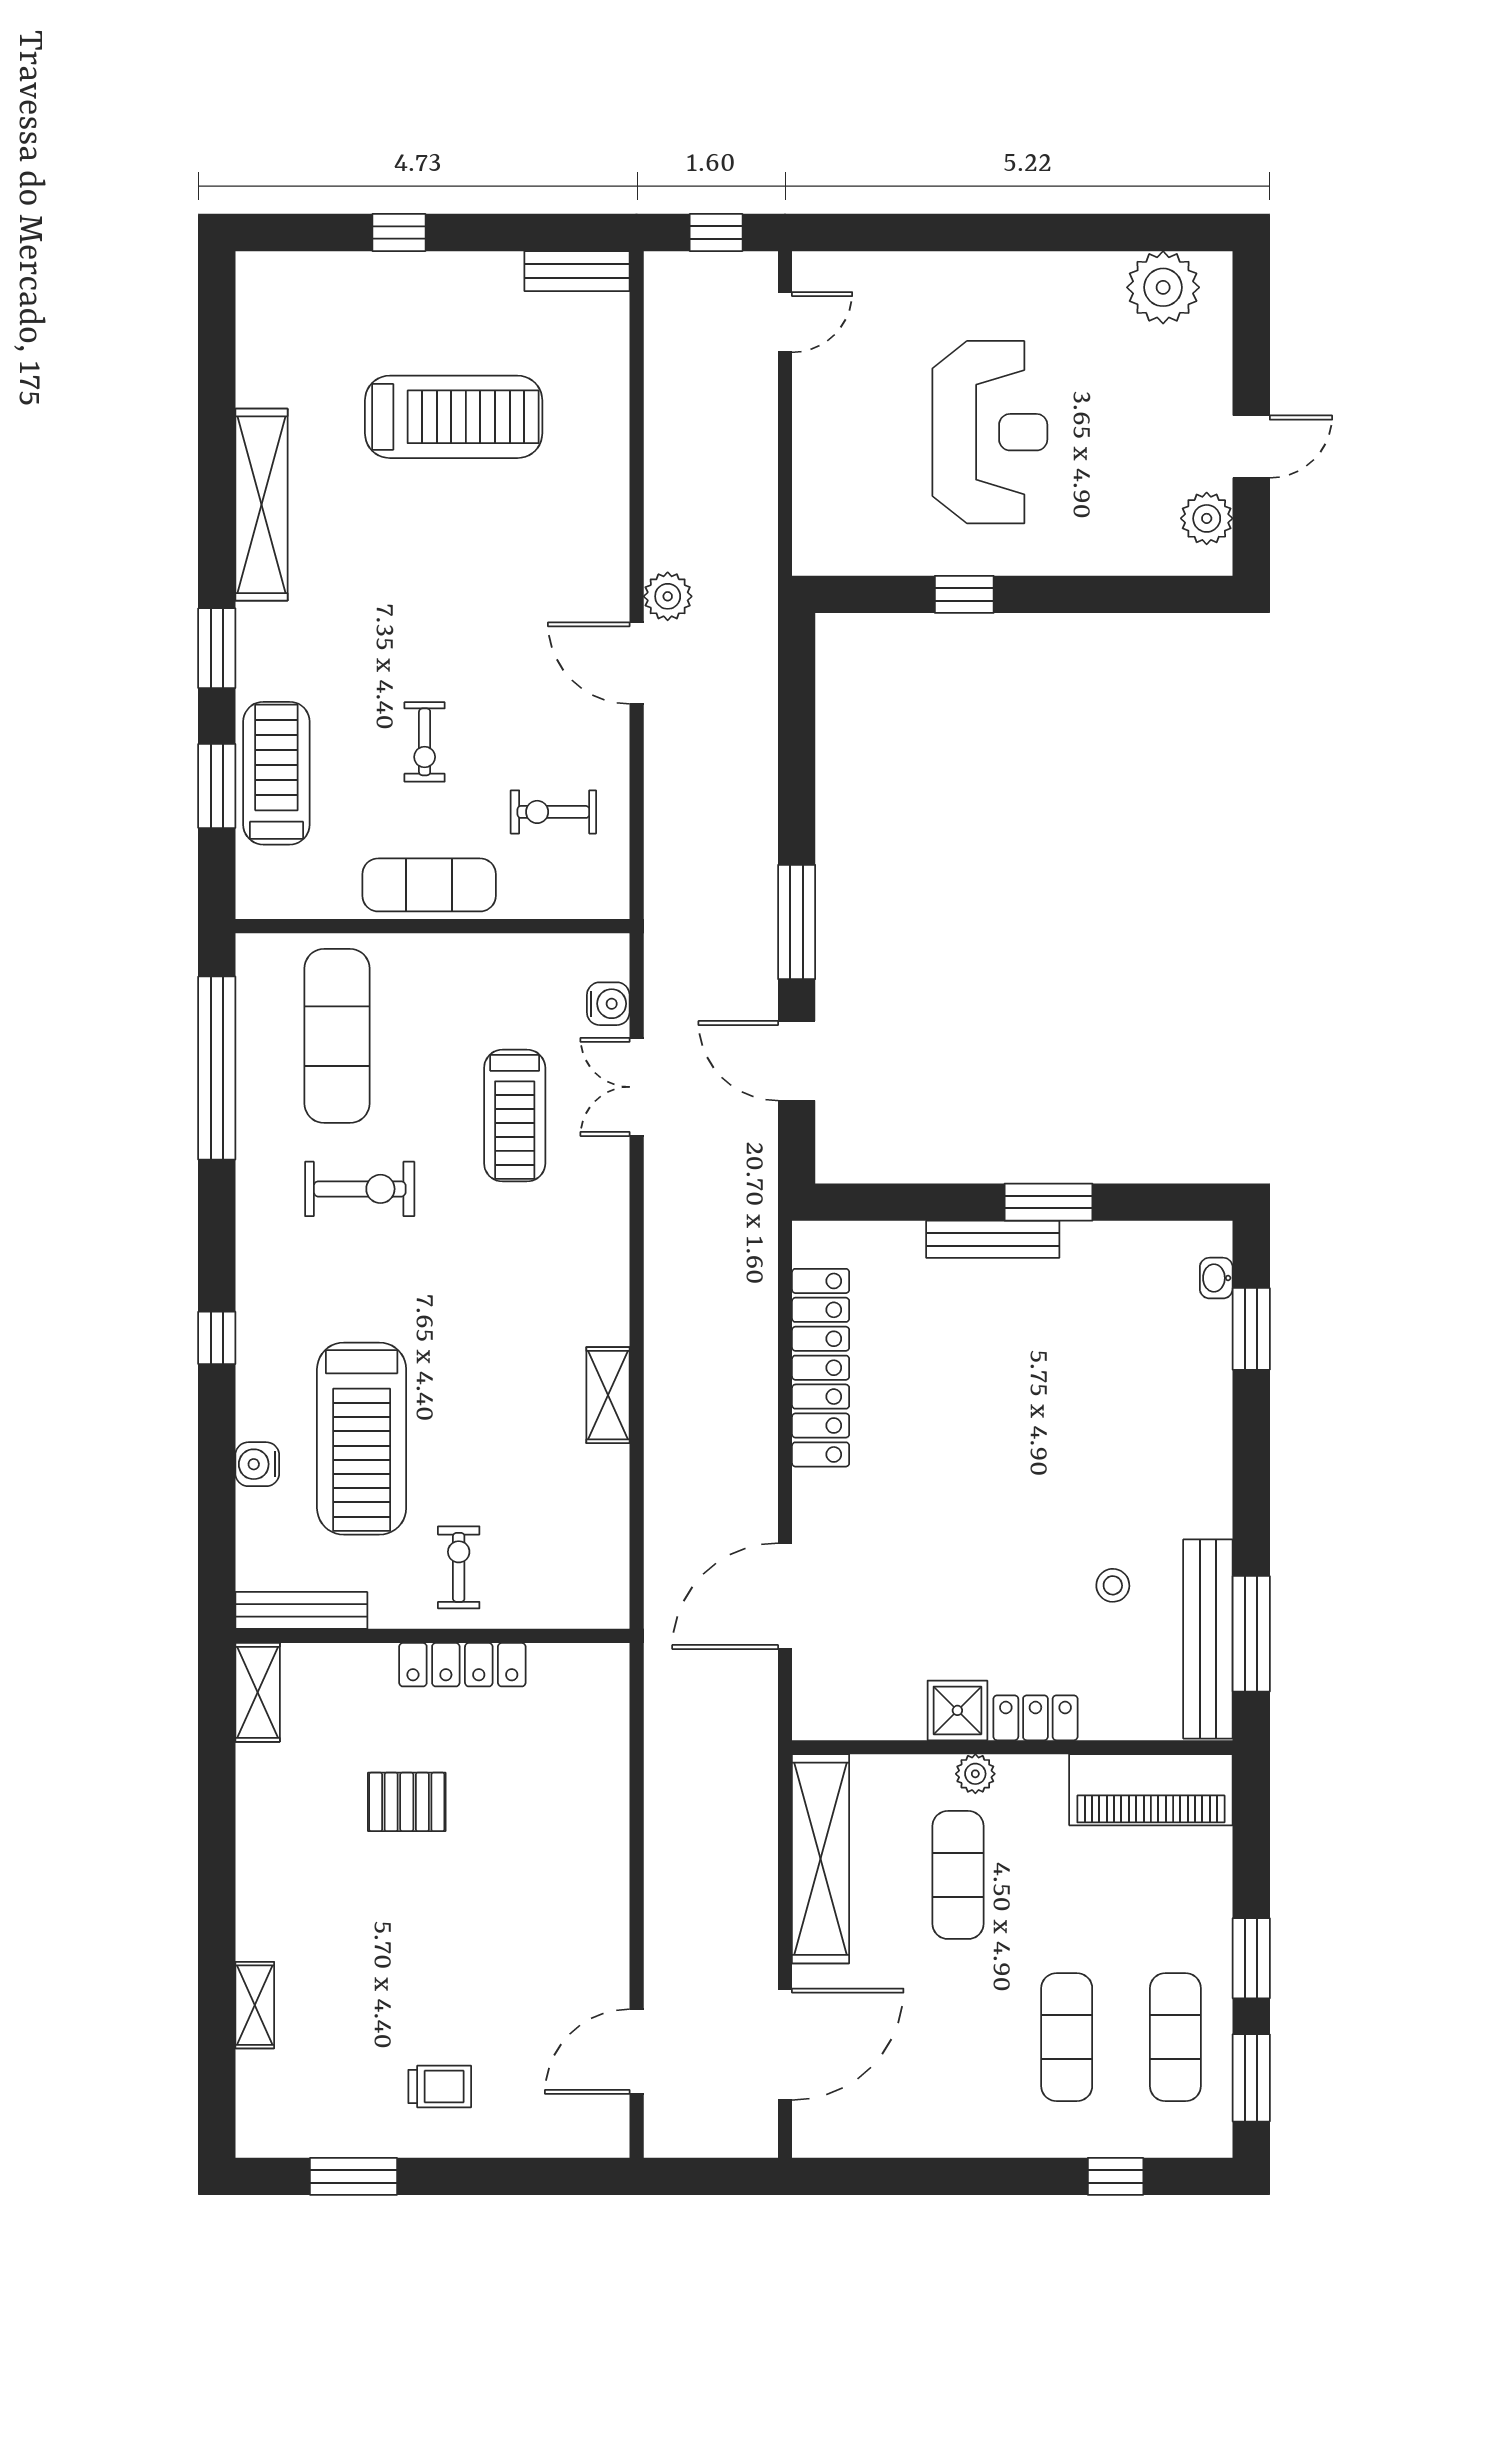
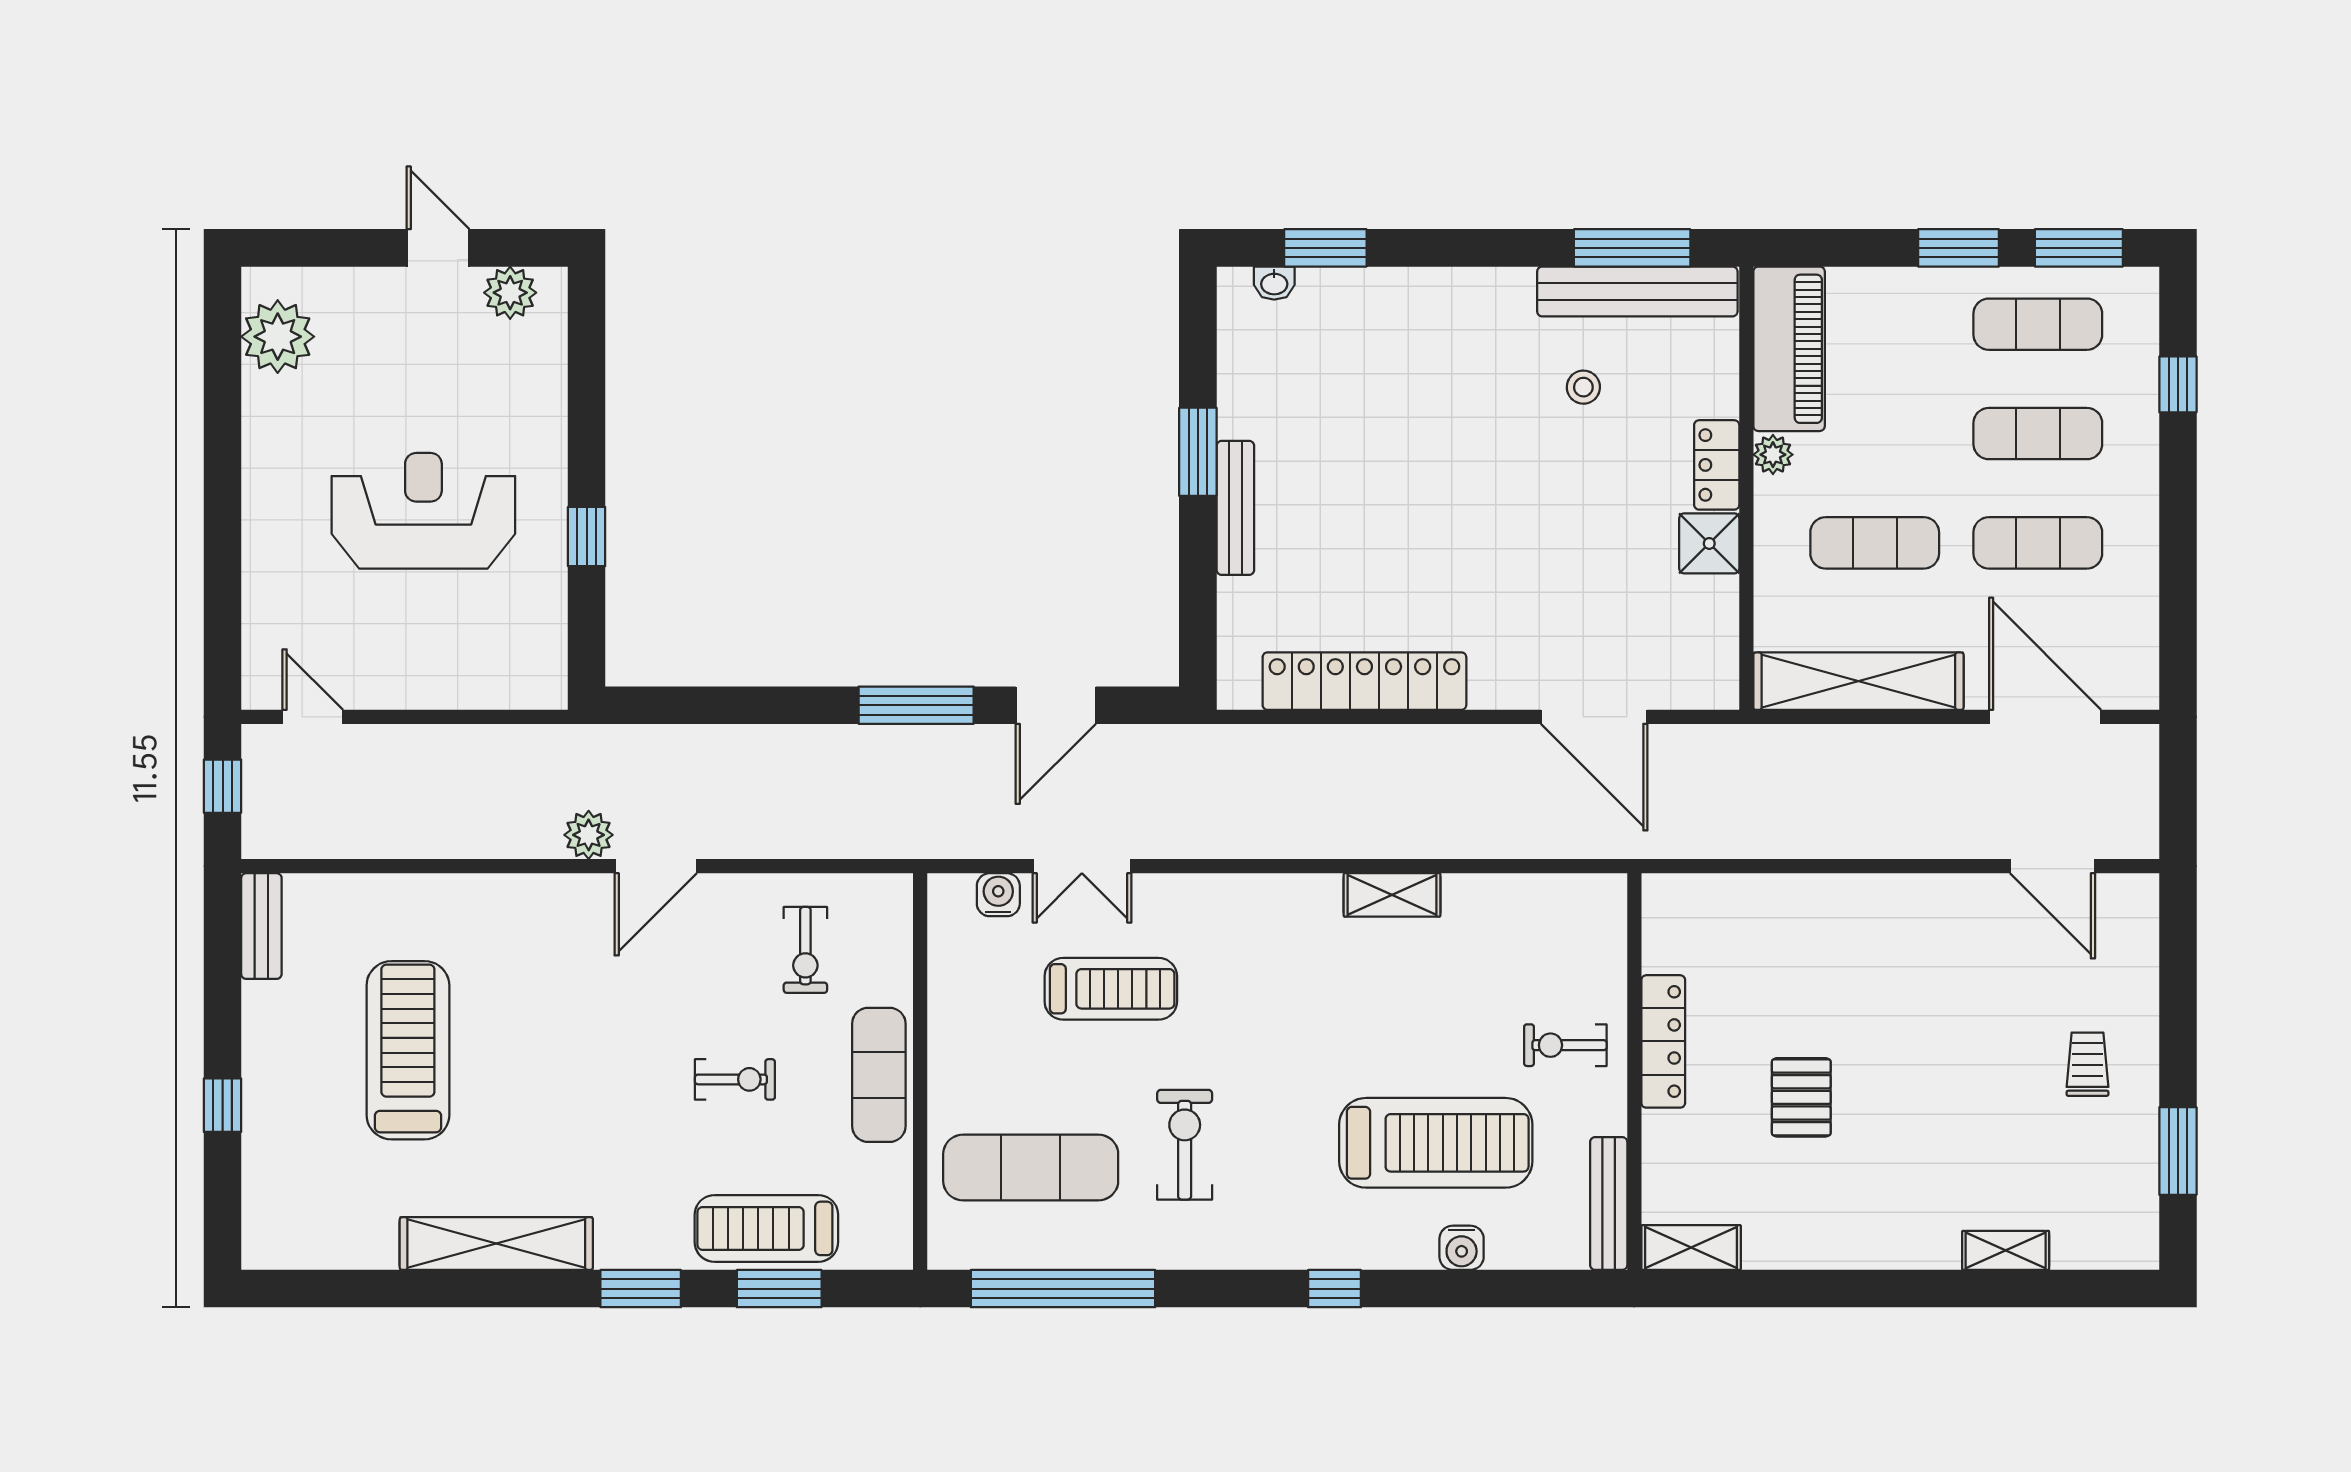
plant: (975, 1774) -> (1773, 455), moved
exercise mat: (958, 2037) -> (2038, 543), added

